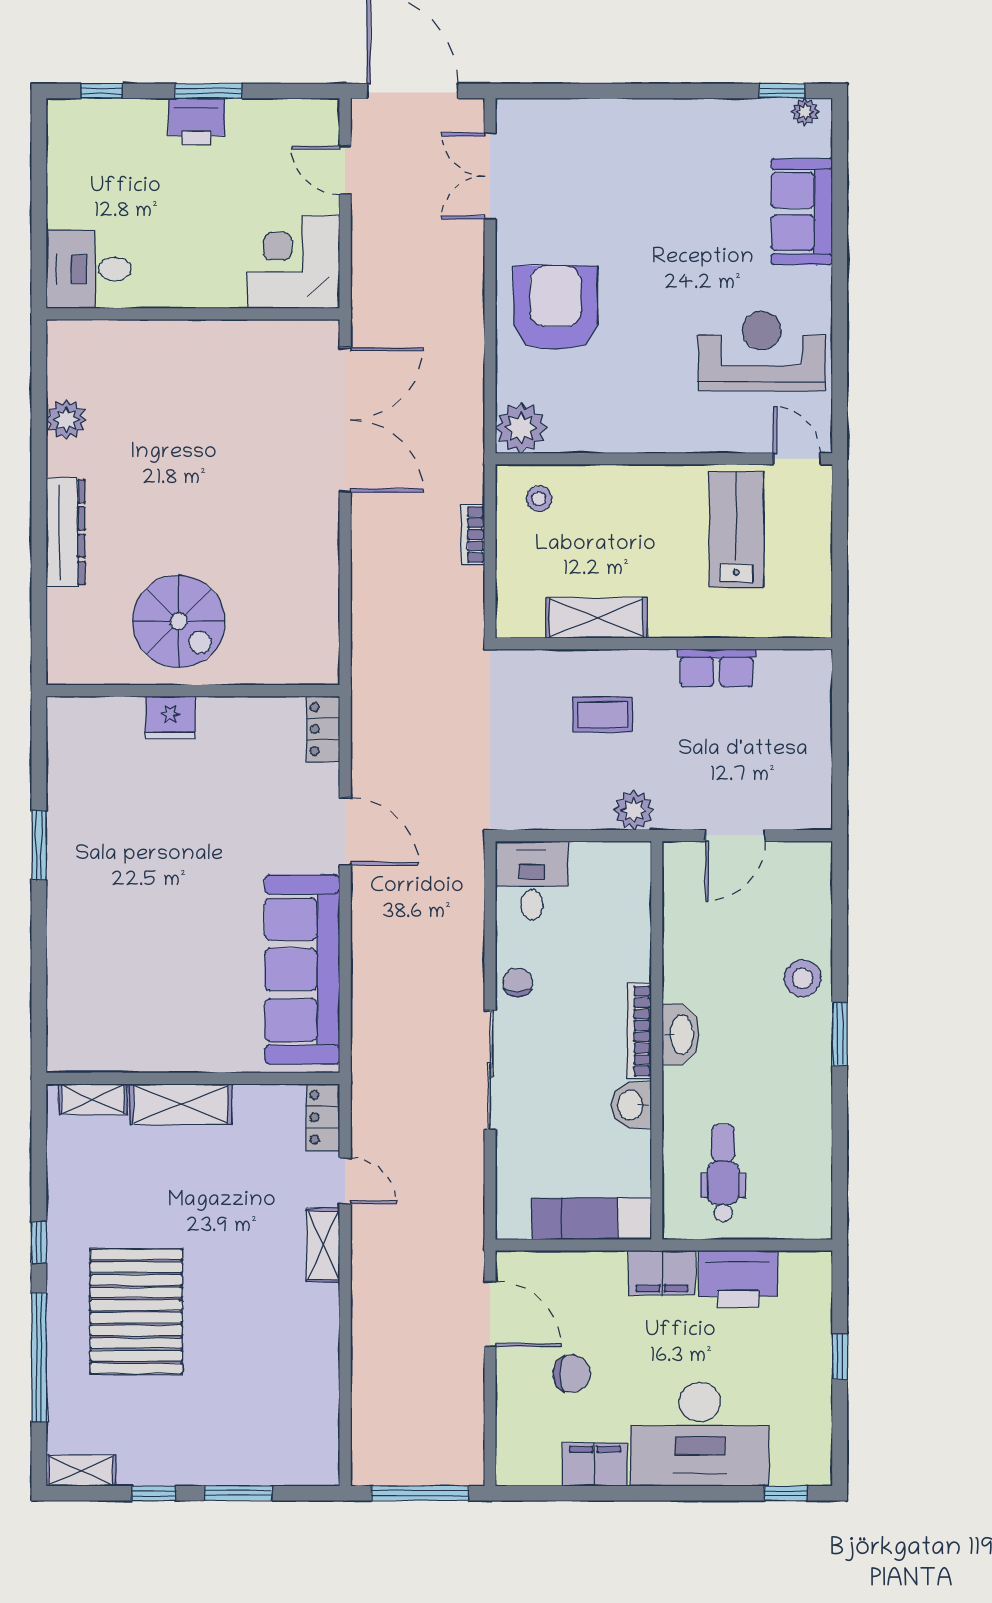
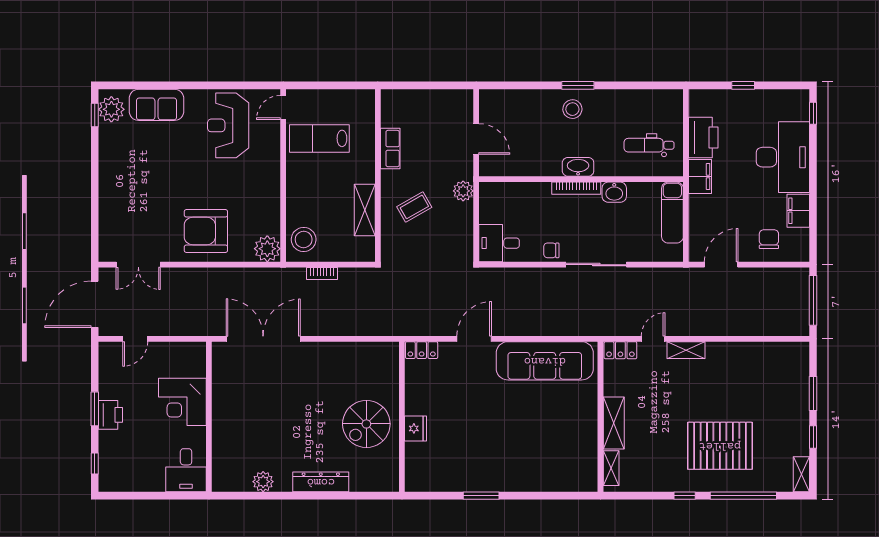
plant: (805, 112) -> (111, 109), width x1.87, depth x1.87
corner desk: (293, 262) -> (182, 402), moved
stool: (539, 499) -> (304, 239), width x1.89, depth x1.89
spiral stairs: (179, 621) -> (366, 424), turned 180
coffee table: (602, 715) -> (414, 207), turned 60
stool: (802, 978) -> (572, 109), moved
chair: (572, 1374) -> (769, 239), moved

